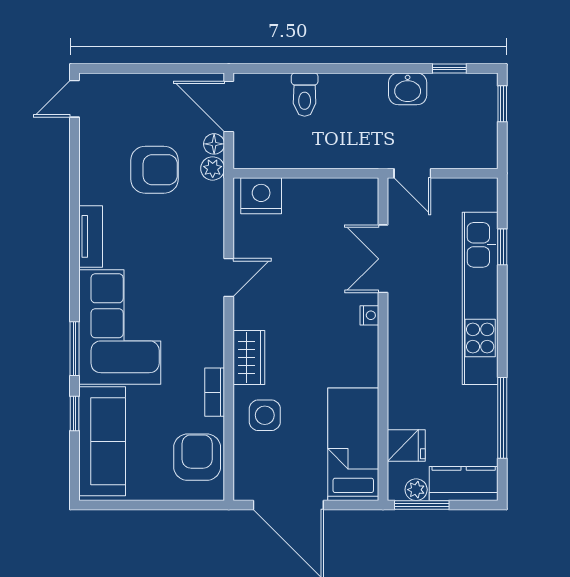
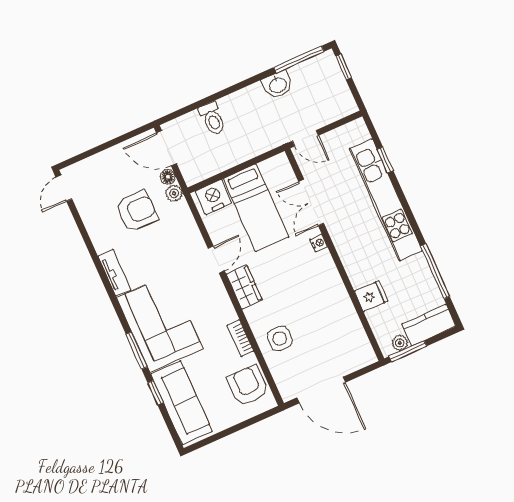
window: (449, 69) -> (299, 59), width x2.17
wardrobe: (249, 358) -> (244, 287), moved
bed: (353, 444) -> (256, 208), moved, turned 180
fridge: (406, 446) -> (371, 296), moved

